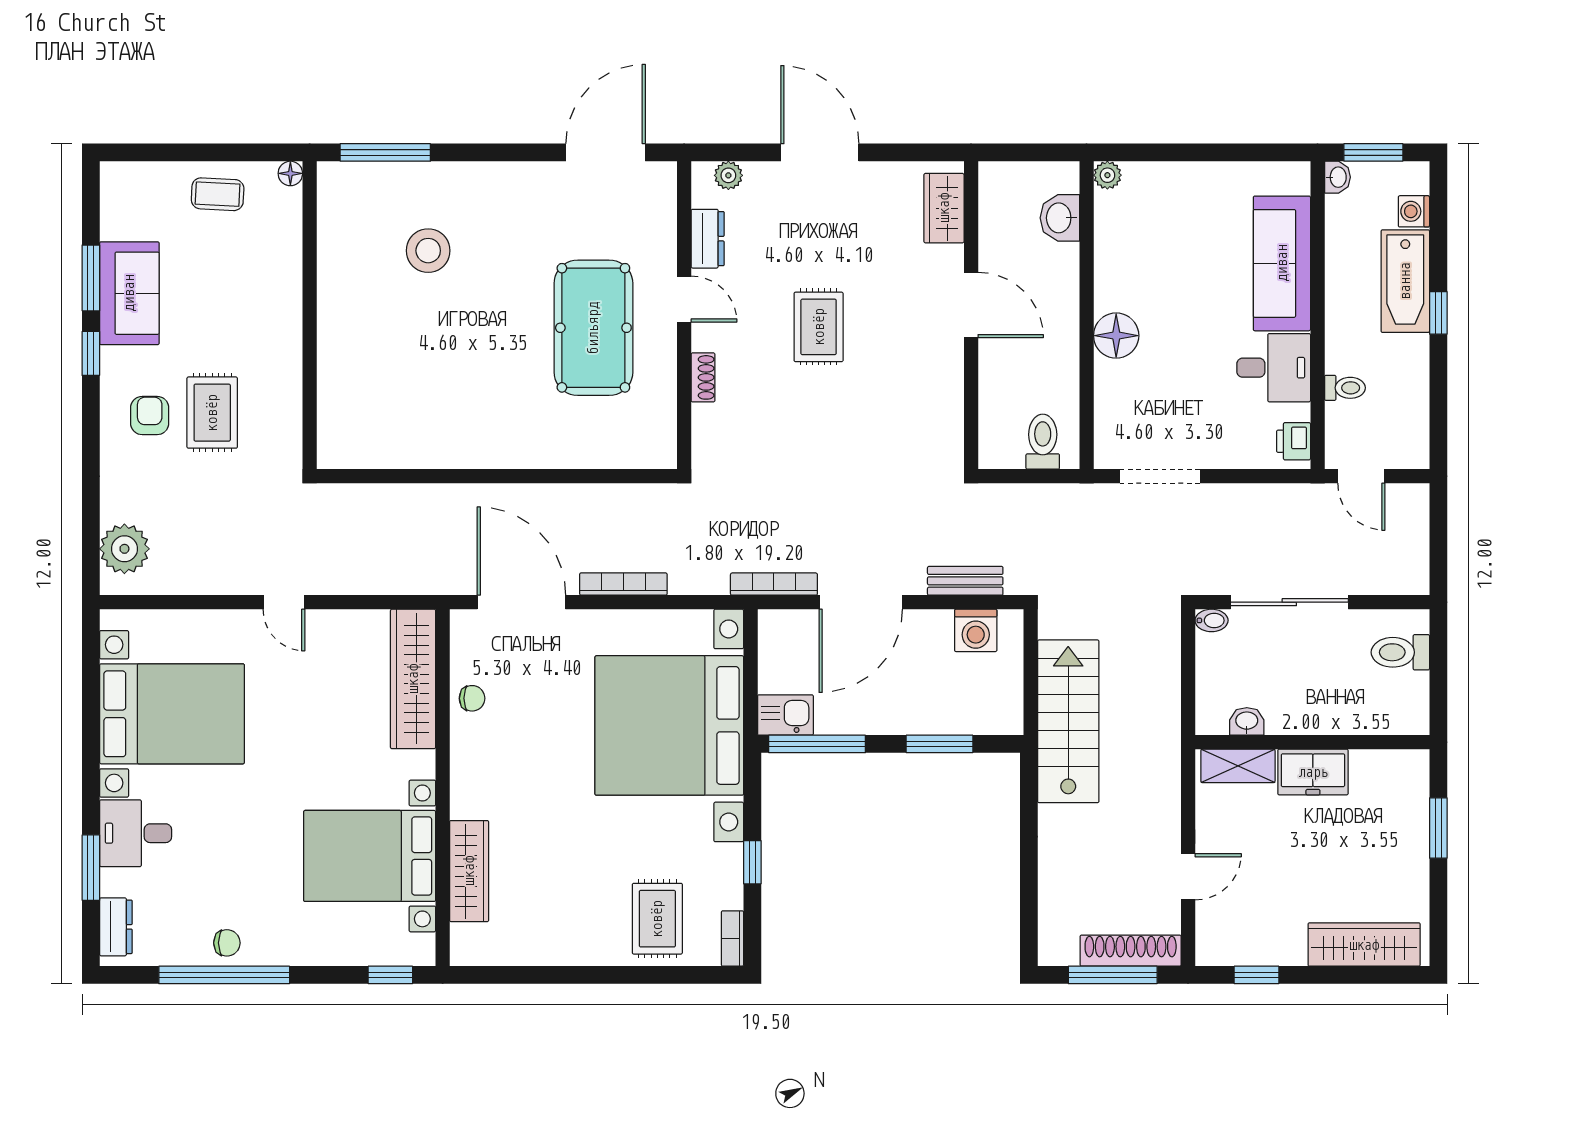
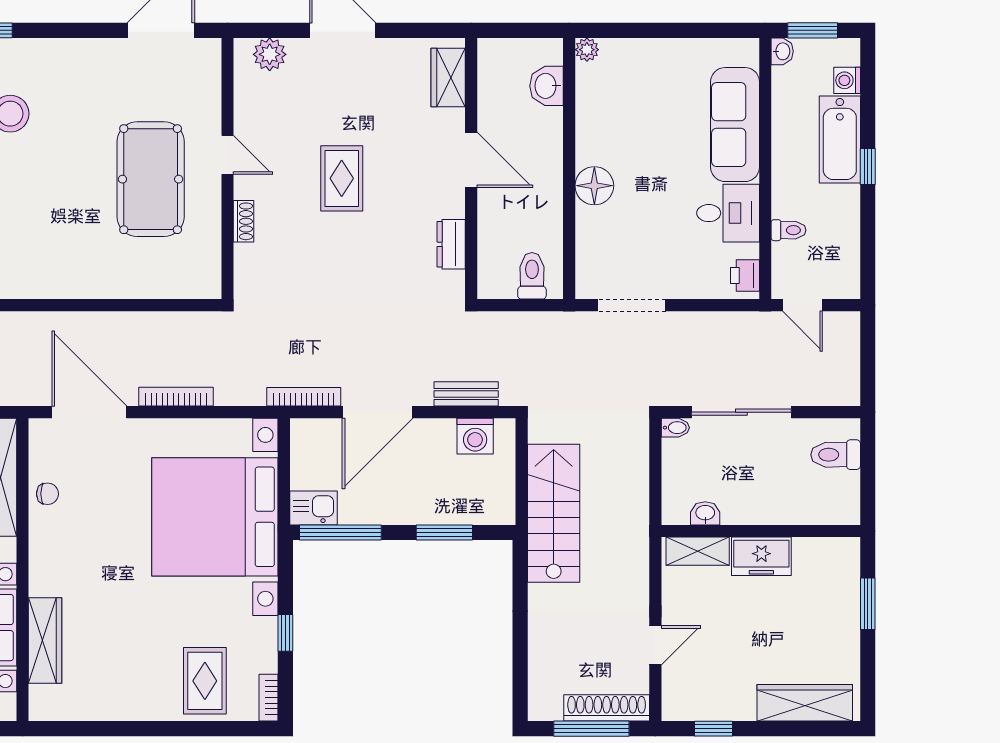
plant: (728, 175) -> (270, 54), width x1.38, depth x1.38
dresser: (708, 239) -> (451, 244), moved, turned 180

